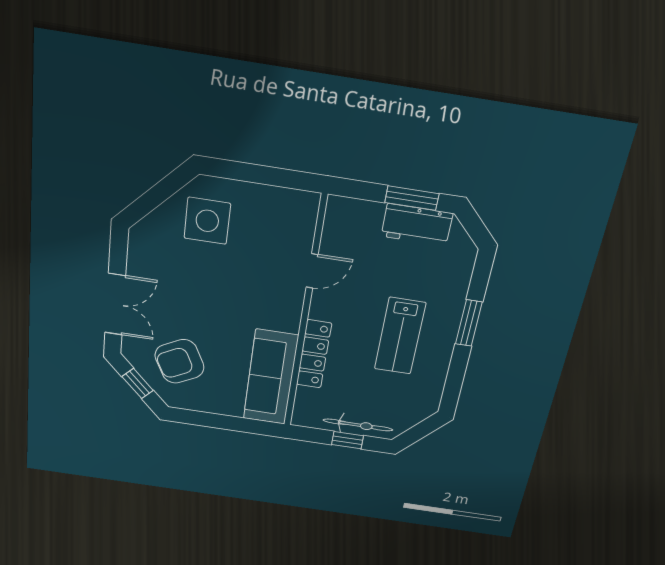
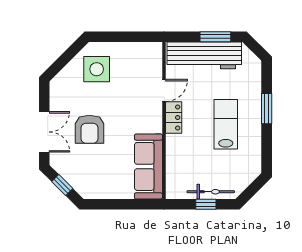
workbench: (417, 225) -> (204, 55), width x1.88, depth x1.32
lab bench: (400, 336) -> (226, 124), turned 180
locker: (314, 354) -> (174, 118), moved, width x0.66
armchair: (179, 361) -> (89, 129), moved, turned -63

